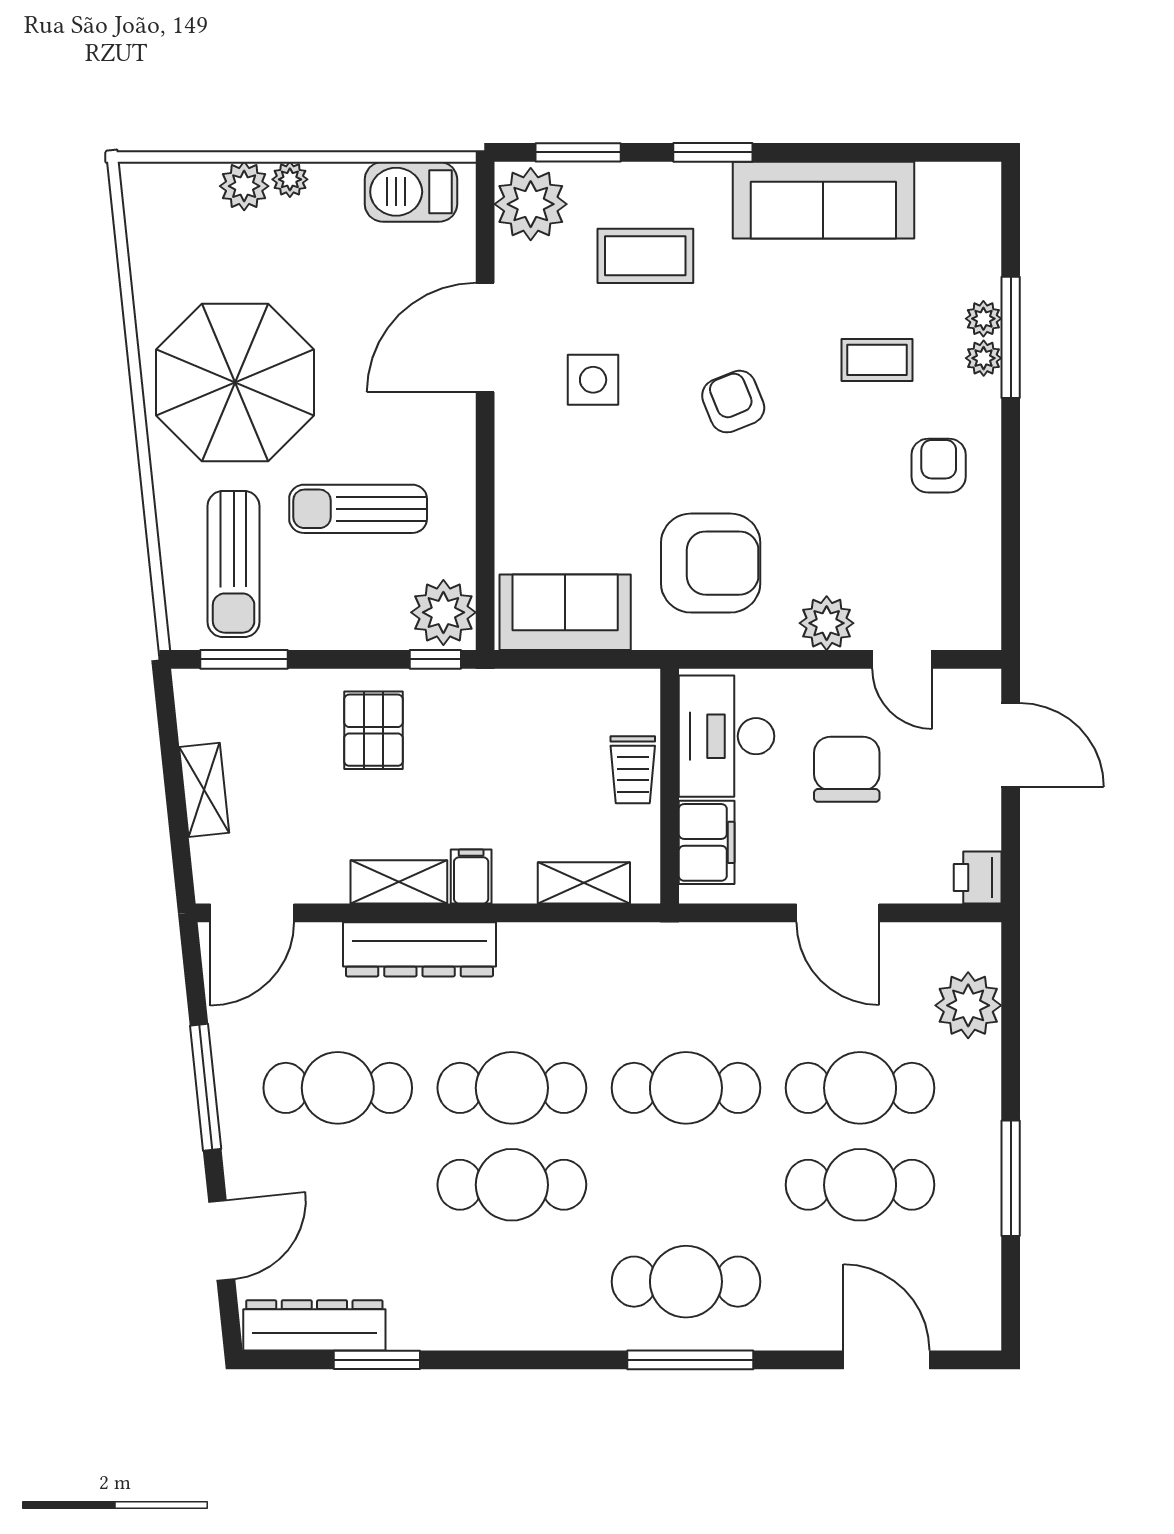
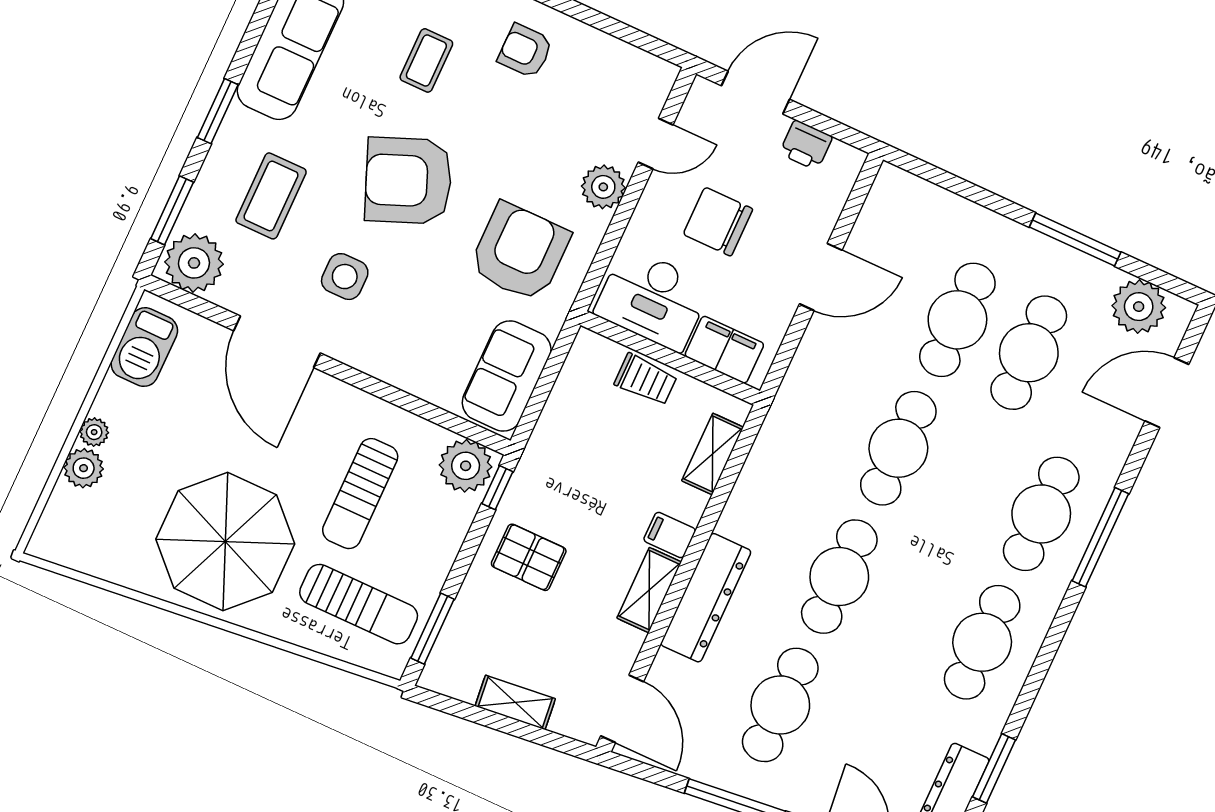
armchair: (733, 402) -> (408, 181), width x1.88, depth x1.88
printer: (978, 878) -> (806, 145), moved
plant: (968, 1005) -> (1139, 307), moved
cafe table: (512, 1185) -> (982, 642), moved

